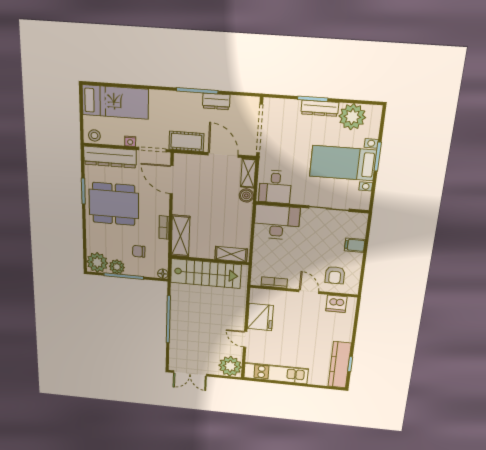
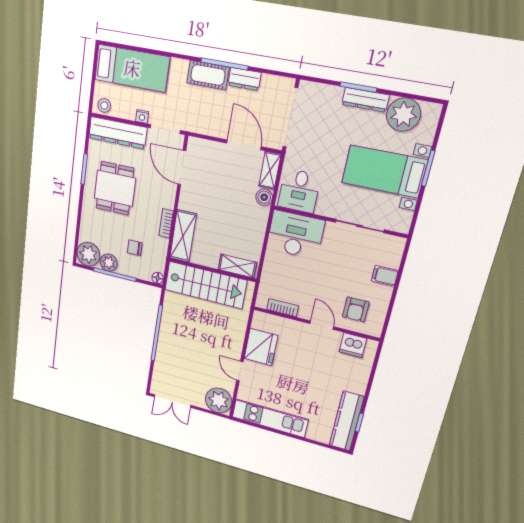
cot: (186, 141) -> (208, 75), moved
dining table: (114, 204) -> (115, 188), width x0.73

